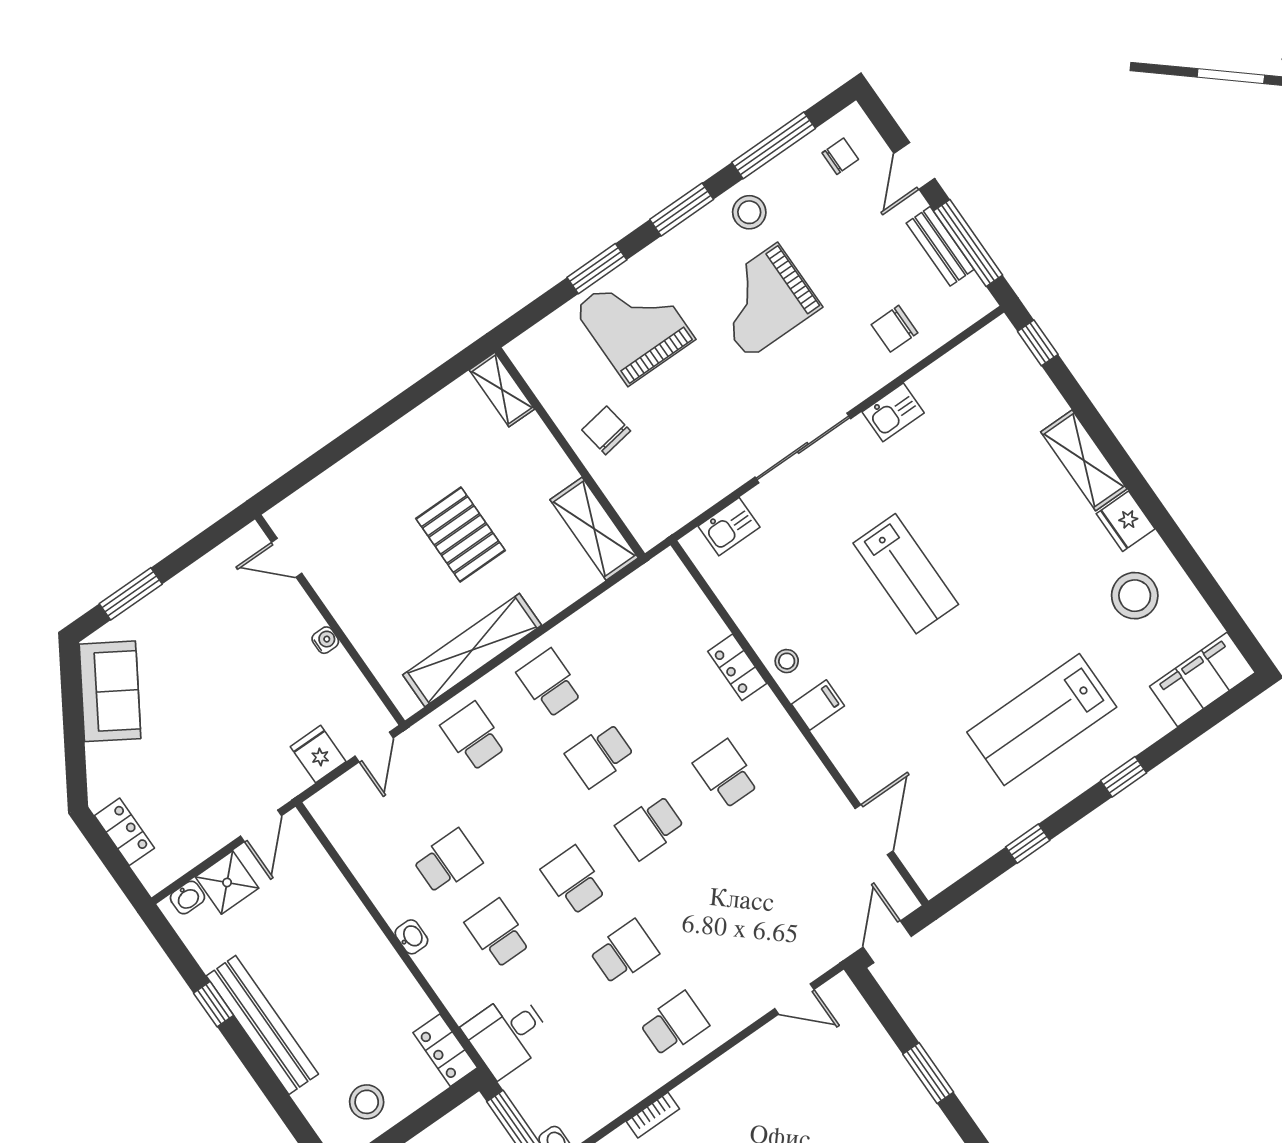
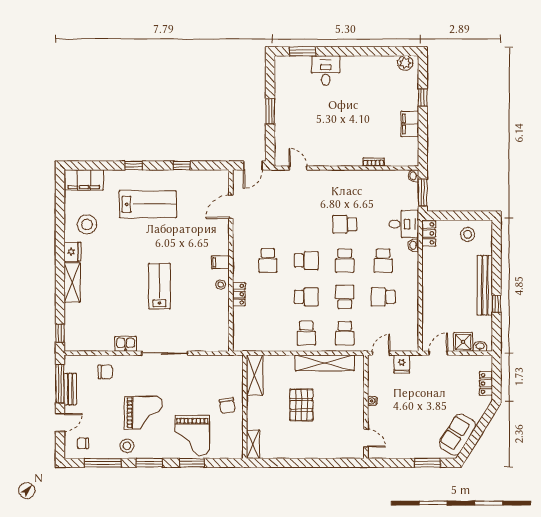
kitchen sink: (729, 527) -> (208, 344), removed
washbasin: (411, 937) -> (413, 245), moved
school desk: (674, 1024) -> (345, 297), moved, turned 90

